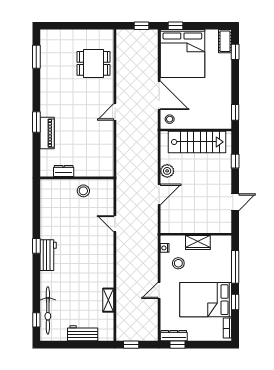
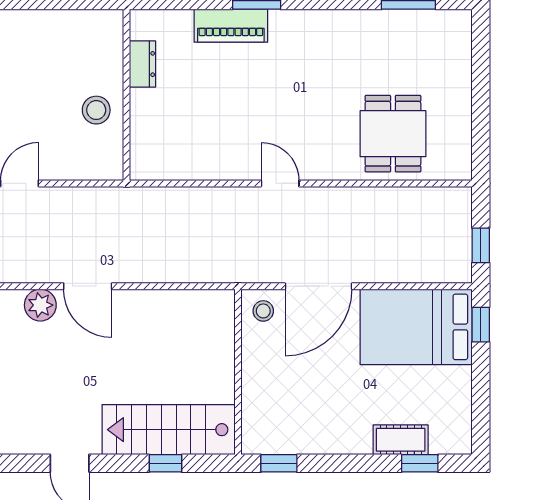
cot: (225, 41) -> (401, 440), moved
bed: (182, 53) -> (416, 327), width x0.73
stairs: (197, 142) -> (169, 430), moved, turned 90
plant: (167, 171) -> (40, 305), moved

